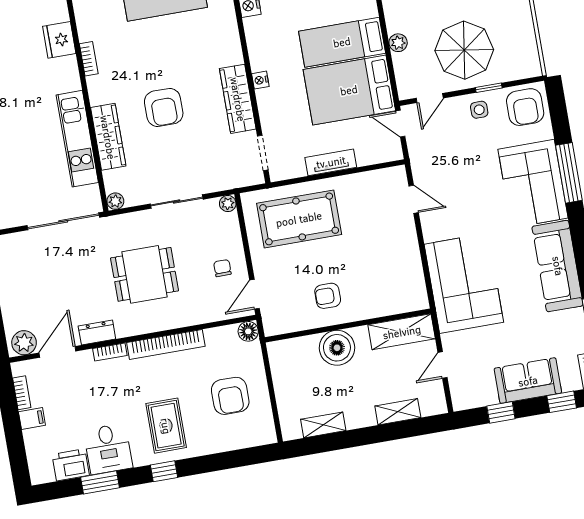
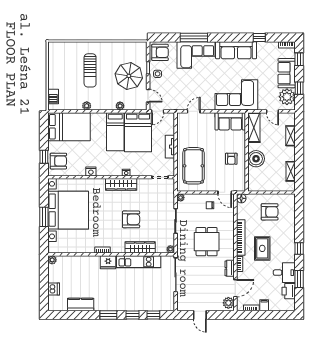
fridge: (59, 40) -> (108, 262), moved
wardrobe: (238, 99) -> (121, 184), moved
sofa: (406, 280) -> (230, 121), added
door: (57, 352) -> (235, 288), swing flipped
plant: (478, 390) -> (287, 97), added
rug: (166, 426) -> (262, 248), moved, turned 90

